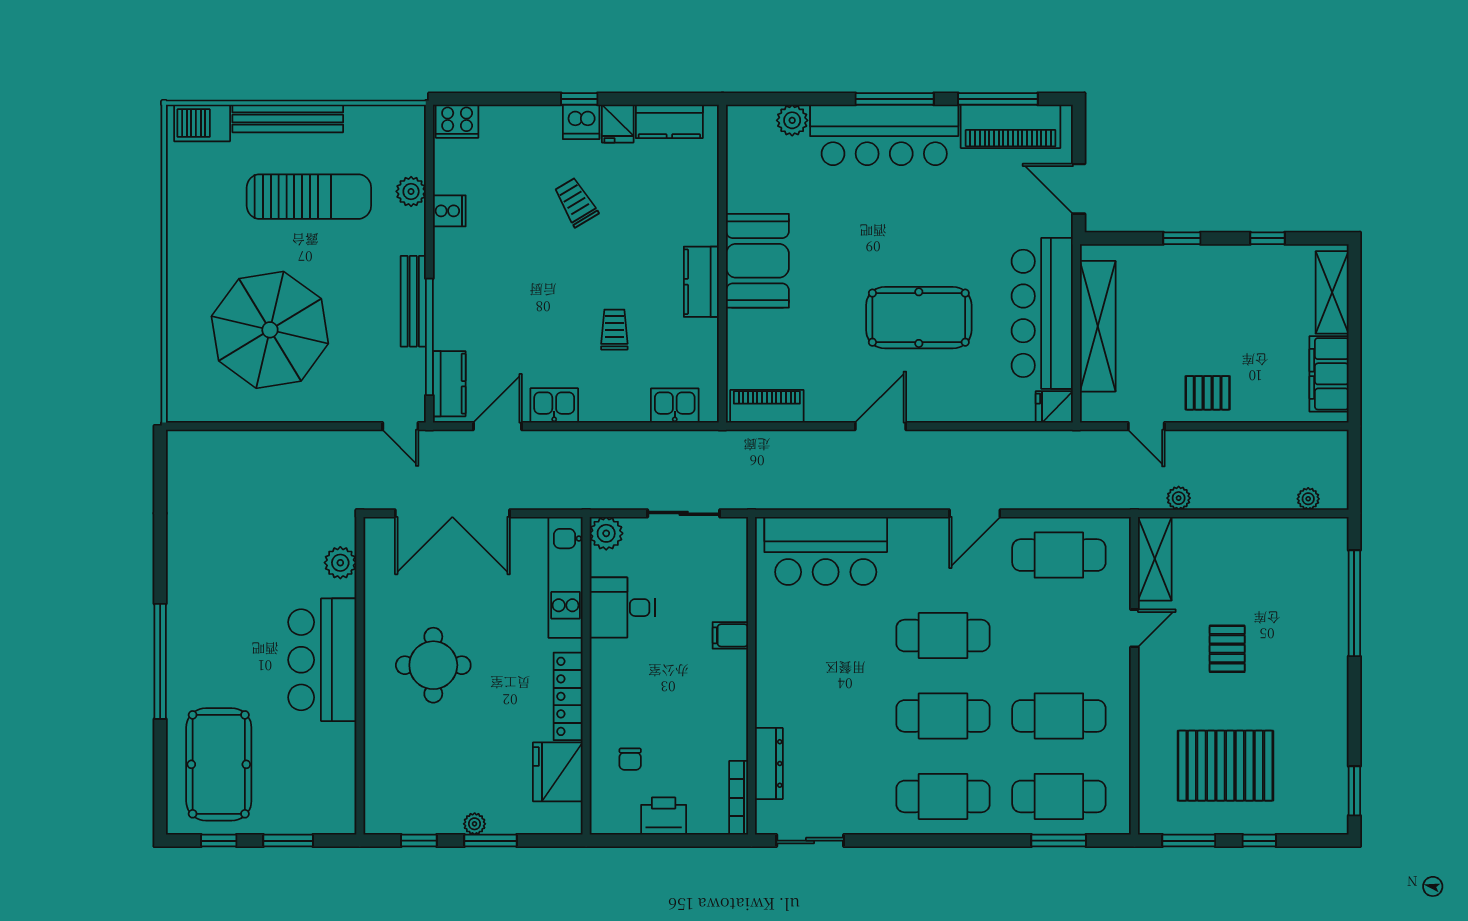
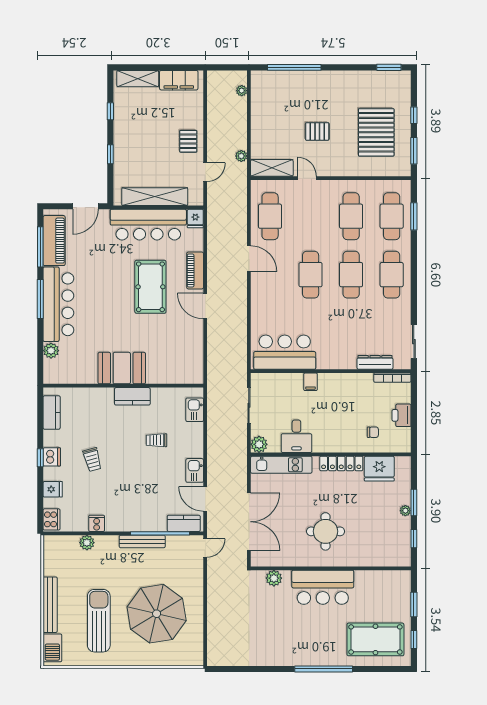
fridge: (618, 124) -> (53, 489), moved
sun lounger: (309, 197) -> (99, 621), moved
trolley: (576, 202) -> (92, 460), turned -74
piano: (767, 406) -> (195, 270), moved
bar counter: (826, 551) -> (285, 352), moved, turned -90

